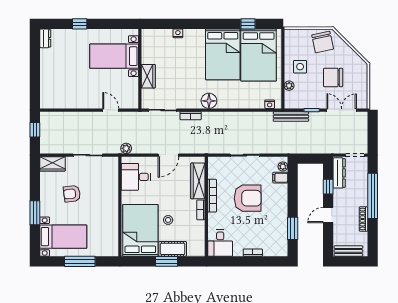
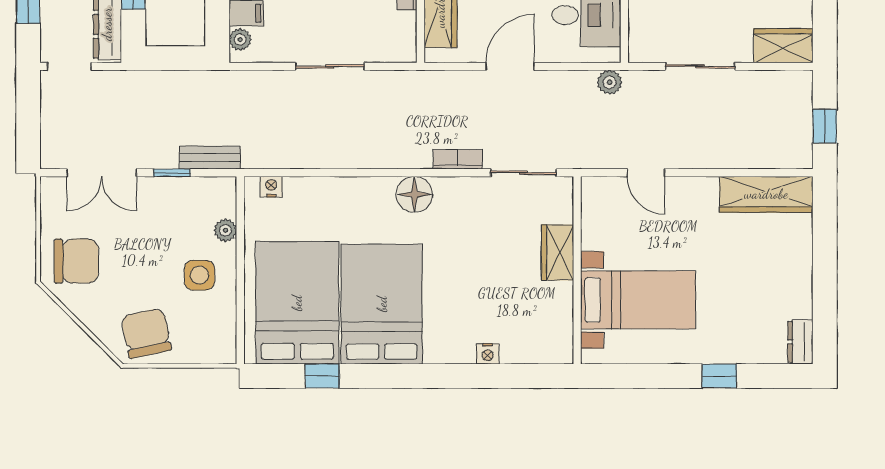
chair: (333, 77) -> (76, 261), moved
wardrobe: (60, 101) -> (766, 194), added
bench: (291, 116) -> (210, 158), width x0.73

